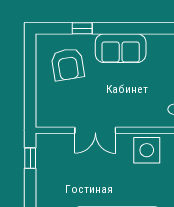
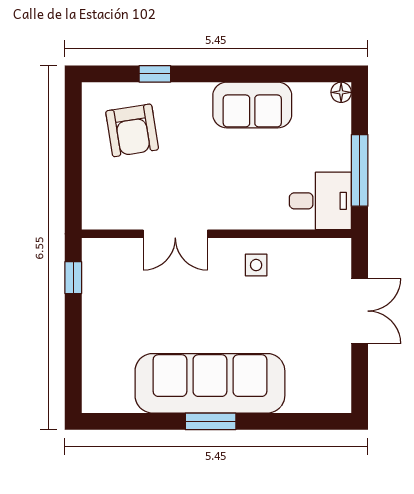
sofa: (121, 48) -> (252, 105), moved
side table: (147, 150) -> (256, 265), width x0.54, depth x0.54

